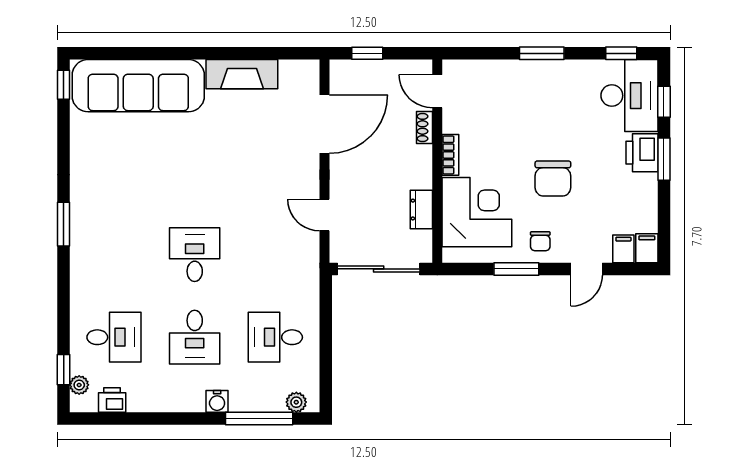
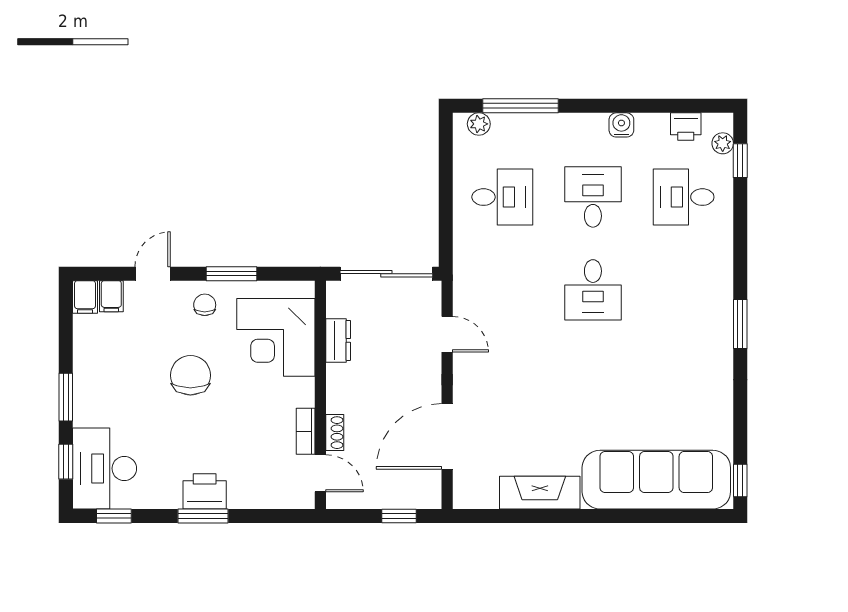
printer: (642, 153) -> (205, 491), moved, turned -90
bookcase: (450, 155) -> (306, 431), moved
water cooler: (217, 401) -> (621, 125), moved

